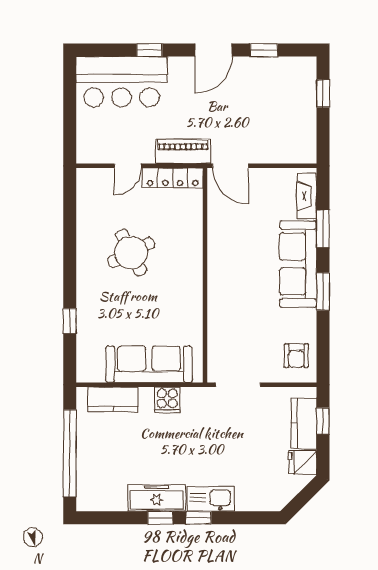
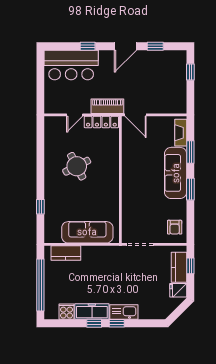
cooker: (167, 400) -> (67, 312), moved, turned 180

